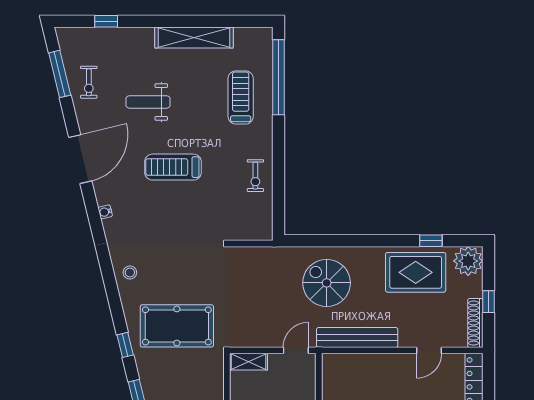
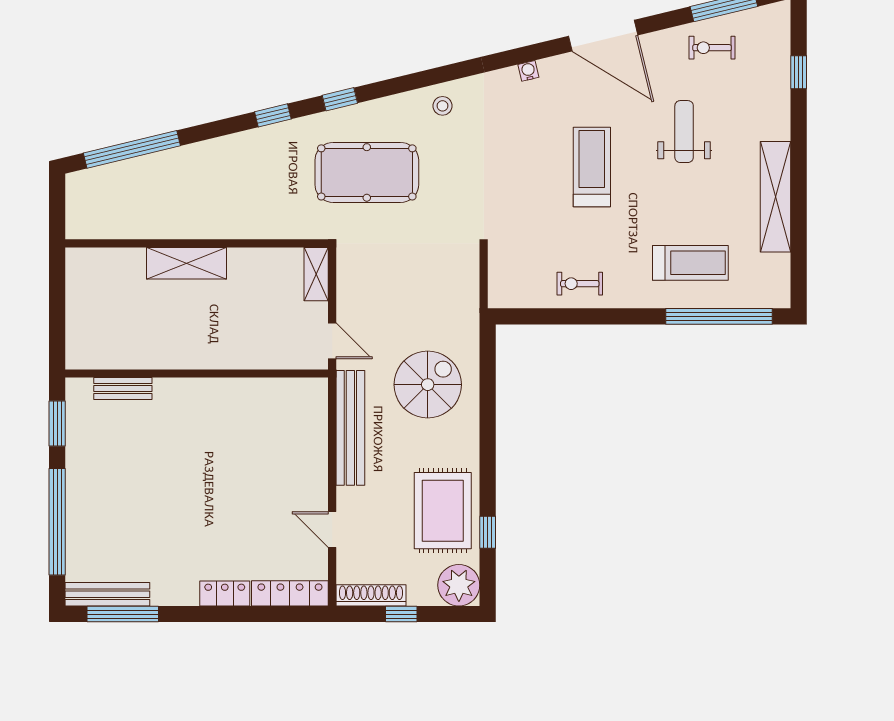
pool table: (177, 326) -> (367, 172), turned 90

